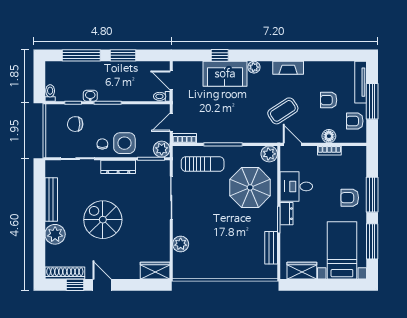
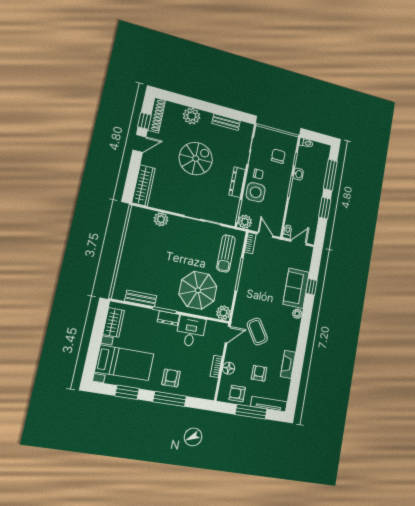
fireplace: (288, 68) -> (288, 364), moved
armchair: (355, 121) -> (237, 393), turned -90
bench: (51, 199) -> (226, 122), width x0.73
window: (372, 241) -> (127, 392), width x0.69
wardrobe: (155, 271) -> (144, 185), width x1.50

